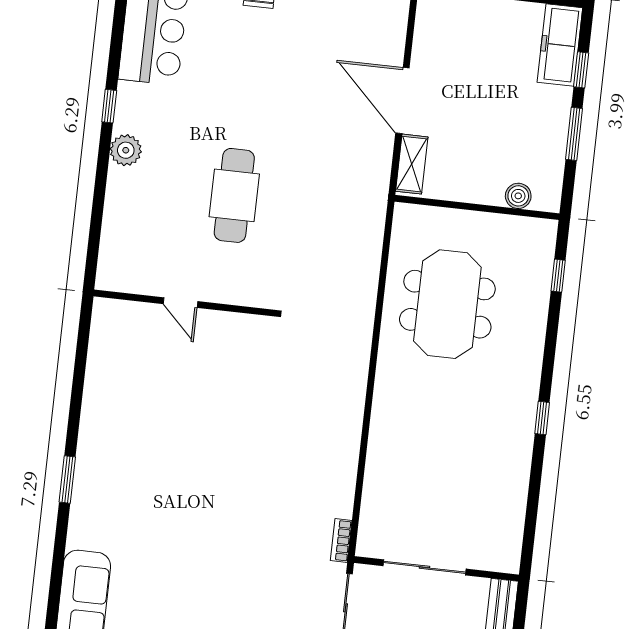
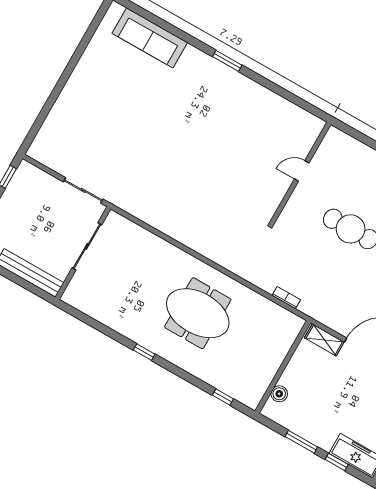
meeting table: (447, 304) -> (198, 313), moved
bookcase: (341, 541) -> (286, 298), moved

